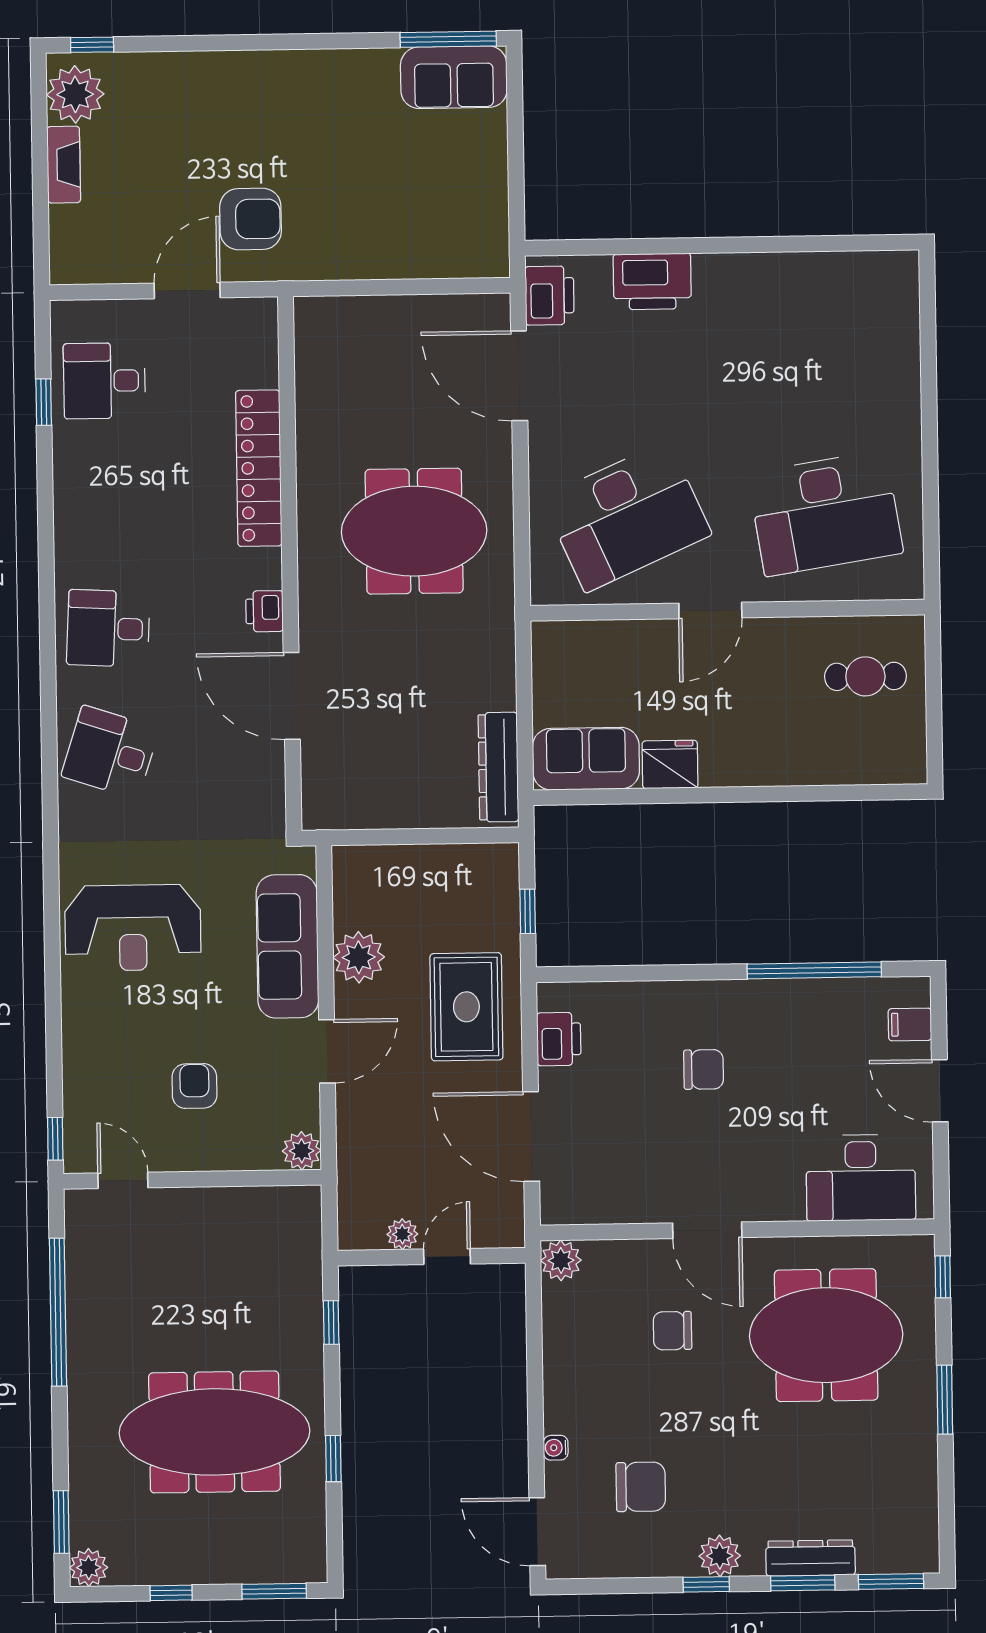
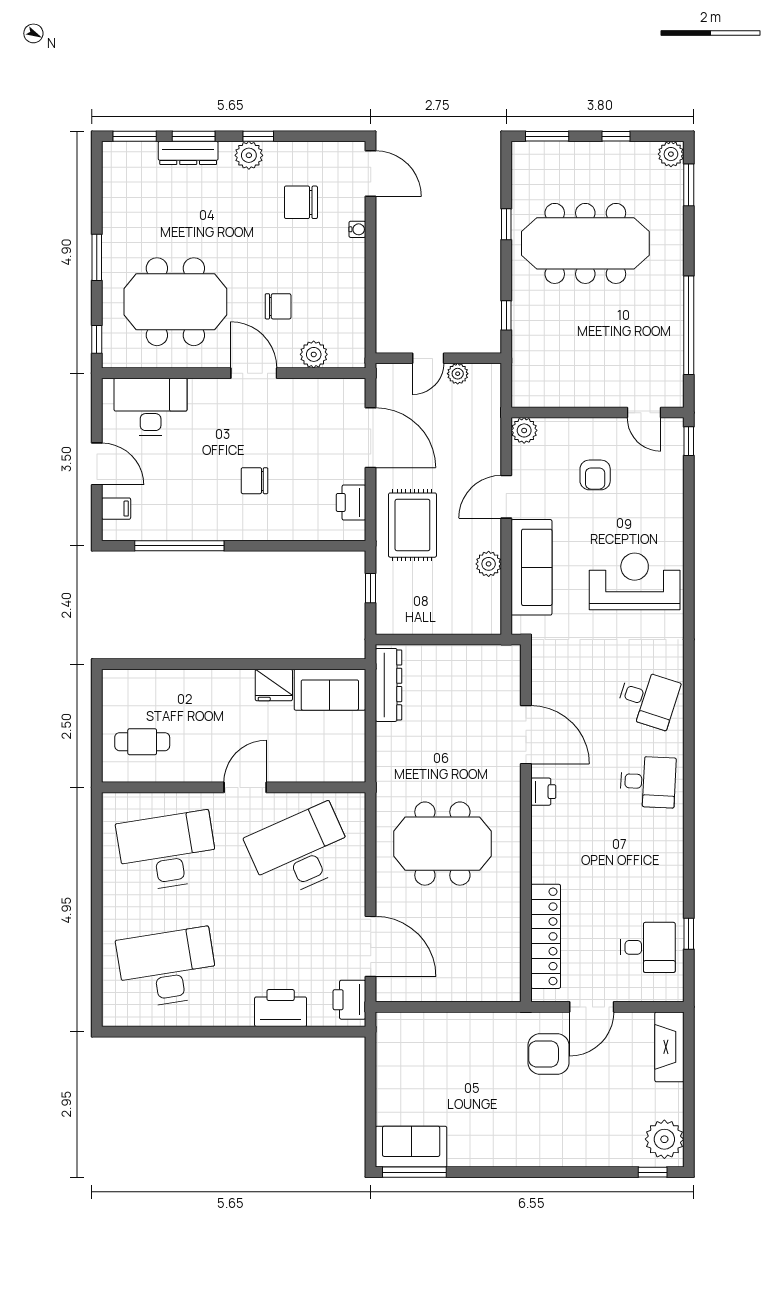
fireplace: (64, 165) -> (669, 1047), moved, width x1.37, depth x1.32
desk: (823, 339) -> (167, 968), added
locker: (259, 468) -> (546, 936), moved
plant: (359, 957) -> (489, 564), width x0.73, depth x0.73
plant: (561, 1260) -> (314, 354), moved

